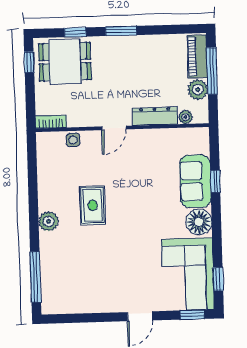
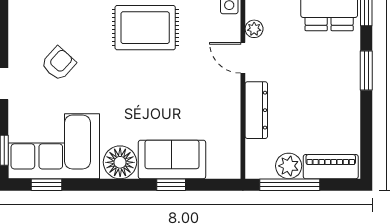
window: (212, 71) -> (290, 185), moved
plant: (186, 117) -> (254, 29), moved
rug: (93, 205) -> (145, 28), width x1.36, depth x1.43
armchair: (123, 272) -> (59, 64), added

